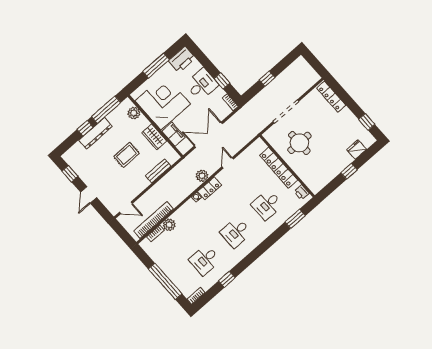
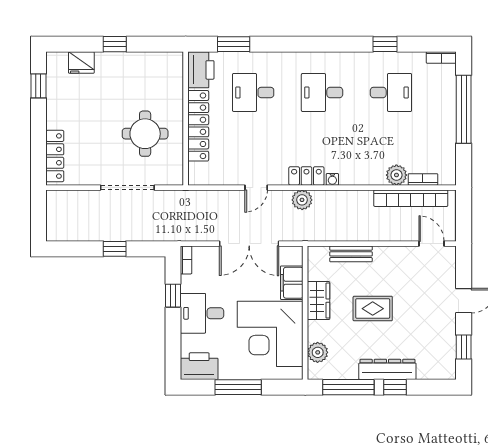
printer: (302, 192) -> (201, 70), width x1.87, depth x1.48
desk: (267, 205) -> (253, 92), turned 180
desk: (236, 232) -> (322, 92), turned 180

